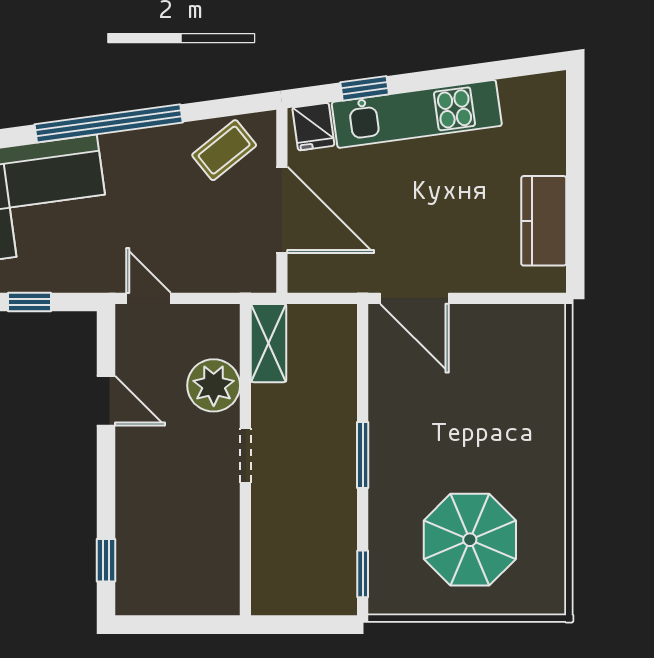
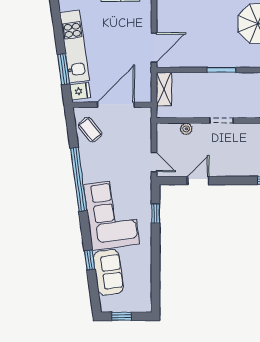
window: (365, 88) -> (63, 69), width x1.50
door: (148, 298) -> (154, 162), swing flipped
shelving: (268, 343) -> (164, 89), moved, turned 90
plant: (214, 385) -> (186, 129), width x0.53, depth x0.53

